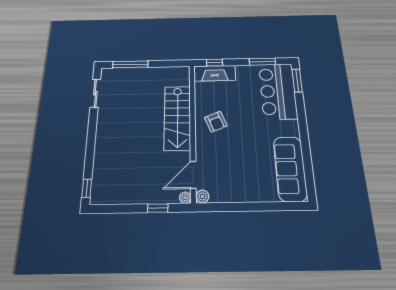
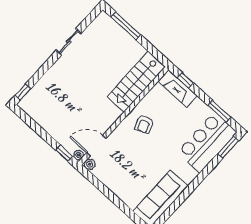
sliding door: (95, 93) -> (69, 42), moved
stairs: (177, 118) -> (136, 82), moved
window: (158, 208) -> (64, 153), moved

